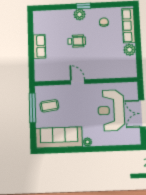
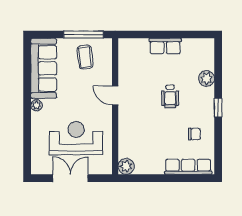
plant: (80, 14) -> (207, 79), moved
plant: (130, 50) -> (126, 166), moved
door: (78, 82) -> (115, 95), swing flipped

